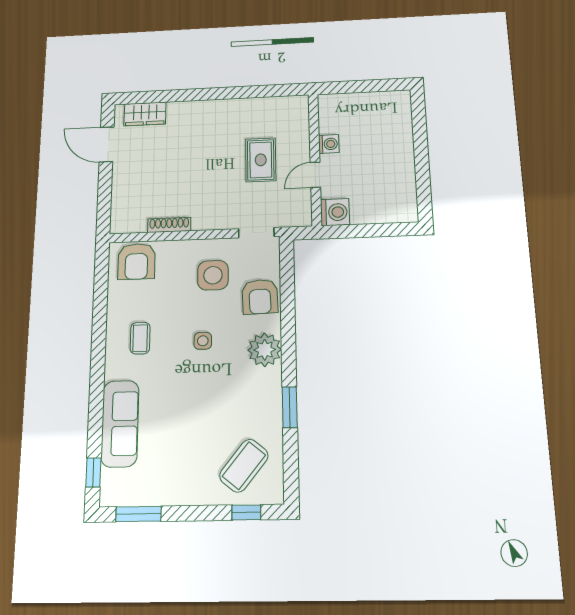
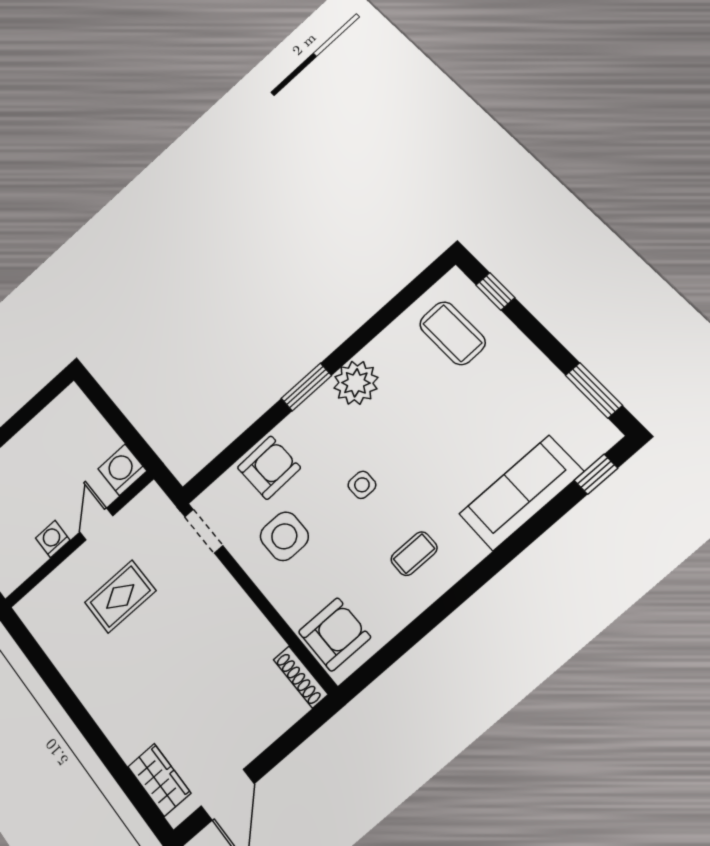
door: (315, 175) -> (96, 524), swing flipped
shoe rack: (169, 225) -> (301, 677), moved
plant: (265, 350) -> (356, 383), moved
window: (290, 407) -> (306, 387), moved
coffee table: (244, 466) -> (452, 333), turned 50

